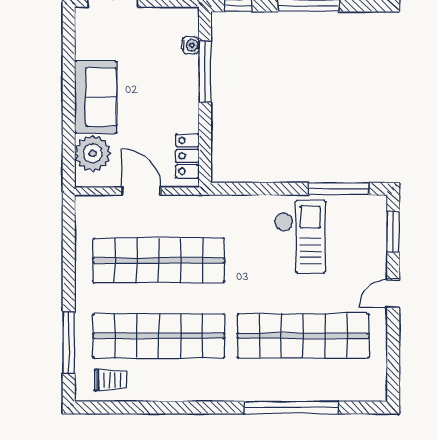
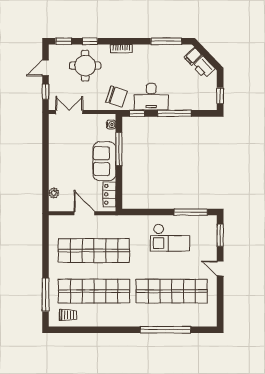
water cooler: (191, 45) -> (111, 125), moved
sofa: (96, 97) -> (104, 161), moved, turned 180
plant: (93, 153) -> (54, 193), width x0.53, depth x0.53
checkout: (300, 236) -> (170, 238), turned 90
door: (393, 294) -> (220, 268), hinge flipped

